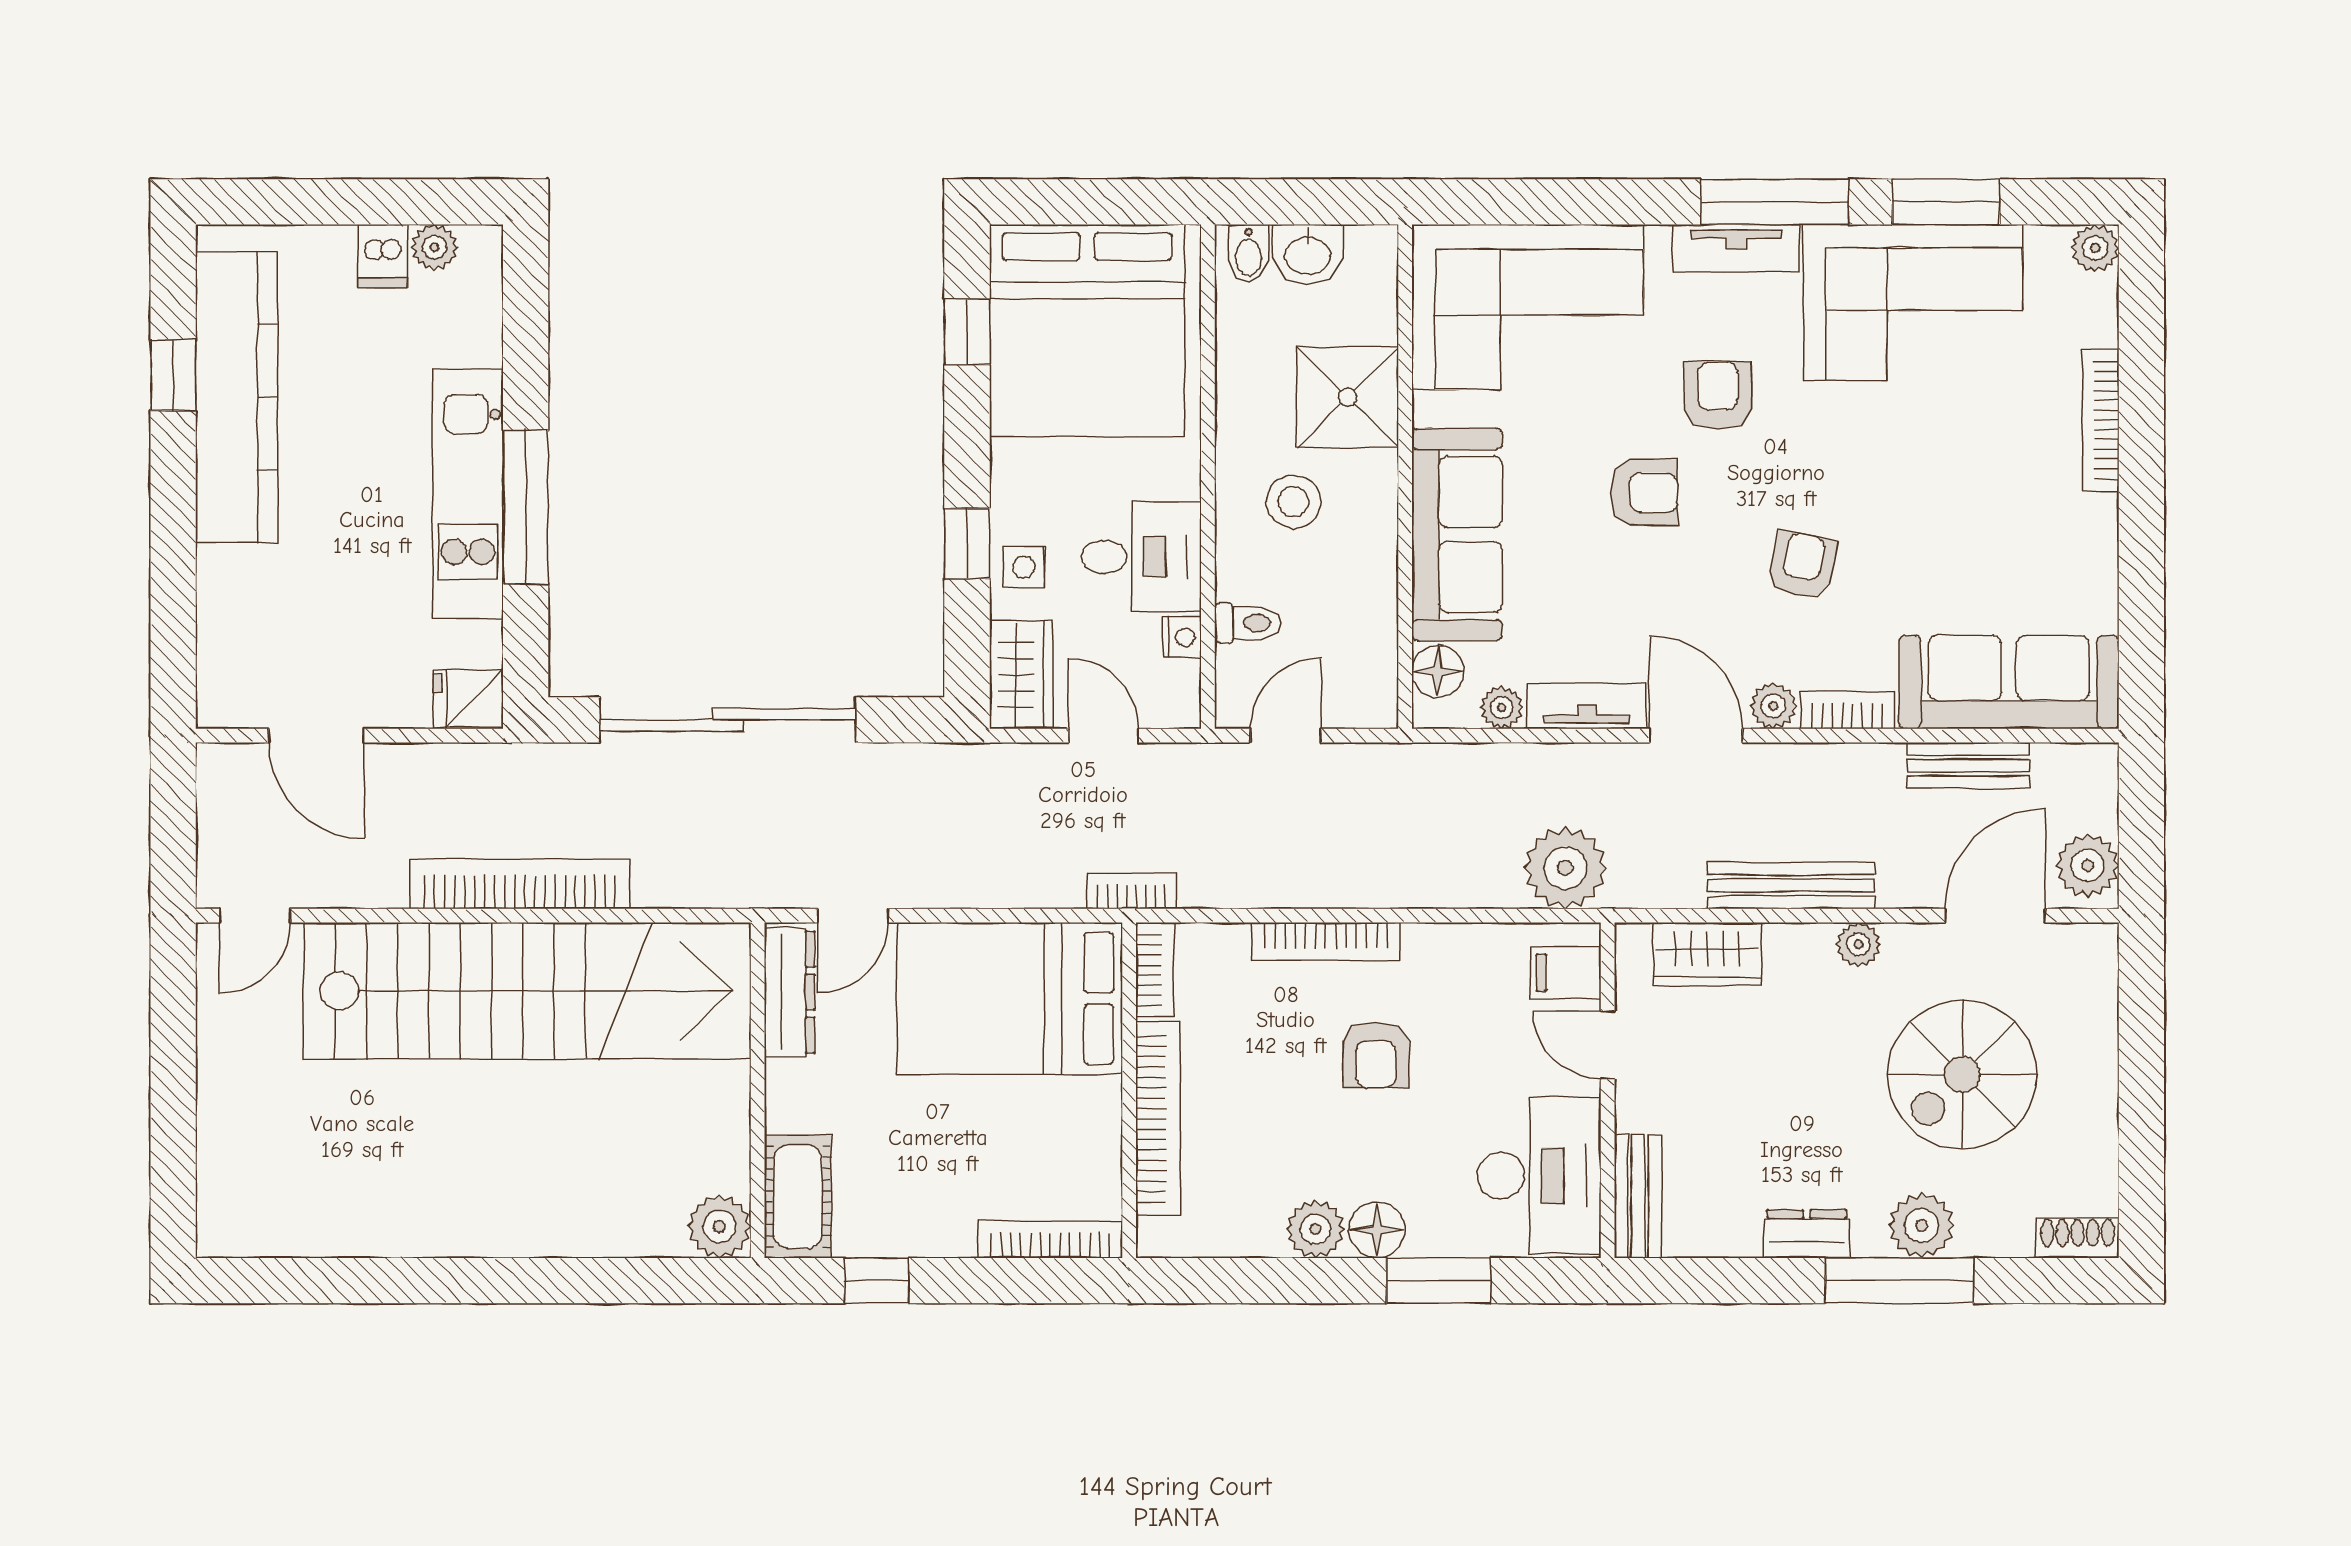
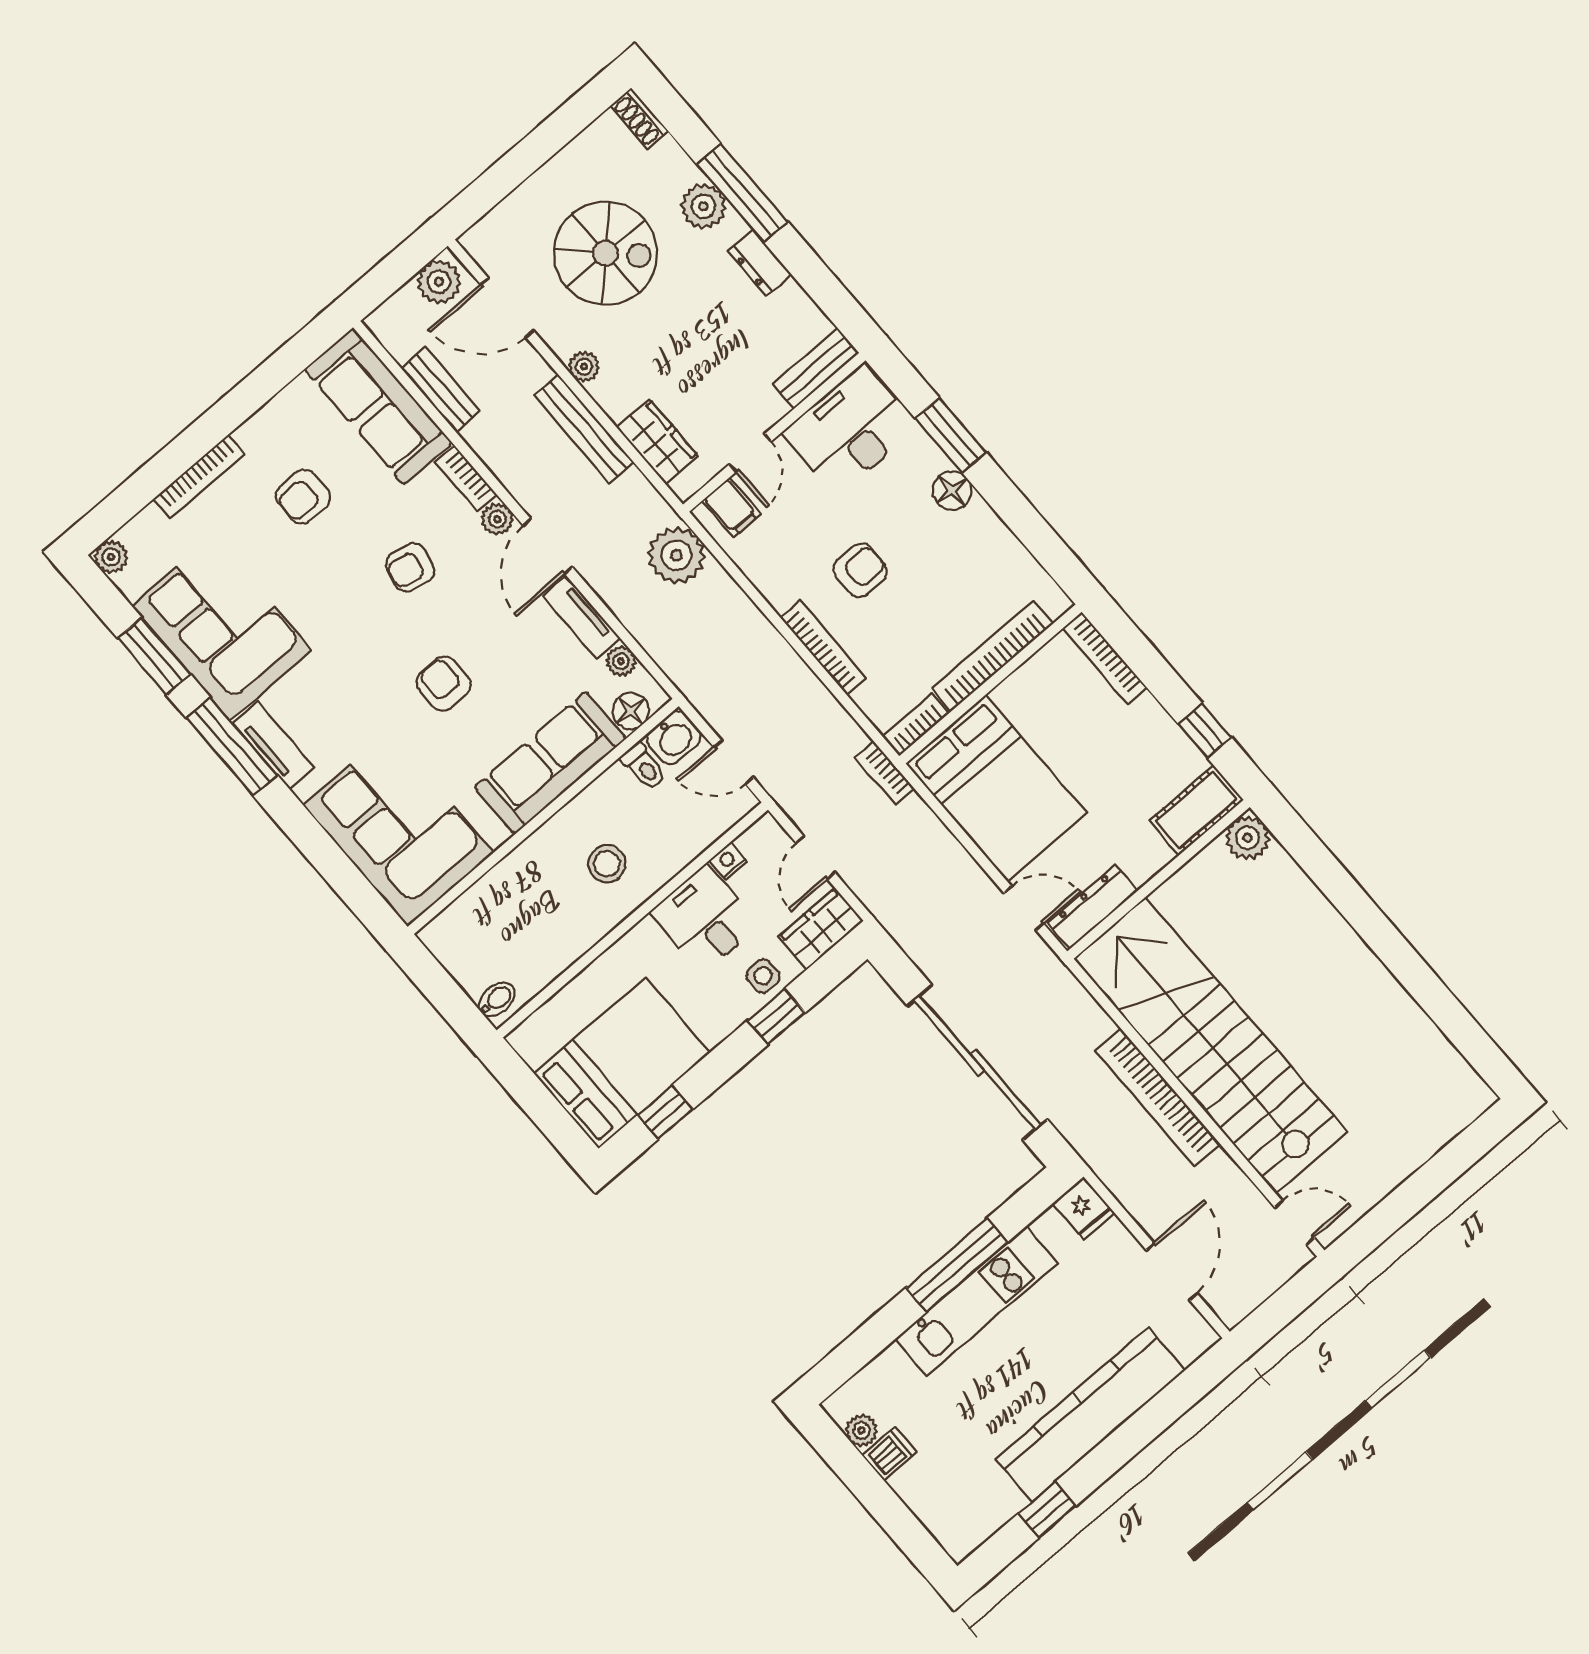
washbasin: (1308, 254) -> (674, 738), moved, turned 90
bed: (1087, 331) -> (622, 1063), width x0.73
armchair: (1718, 395) -> (303, 497), moved
kitchen counter: (237, 397) -> (1090, 1415), moved
shower: (1348, 397) -> (528, 883), removed
toilet: (1248, 623) -> (644, 766), moved, turned 180
plant: (1315, 1229) -> (979, 523), removed

